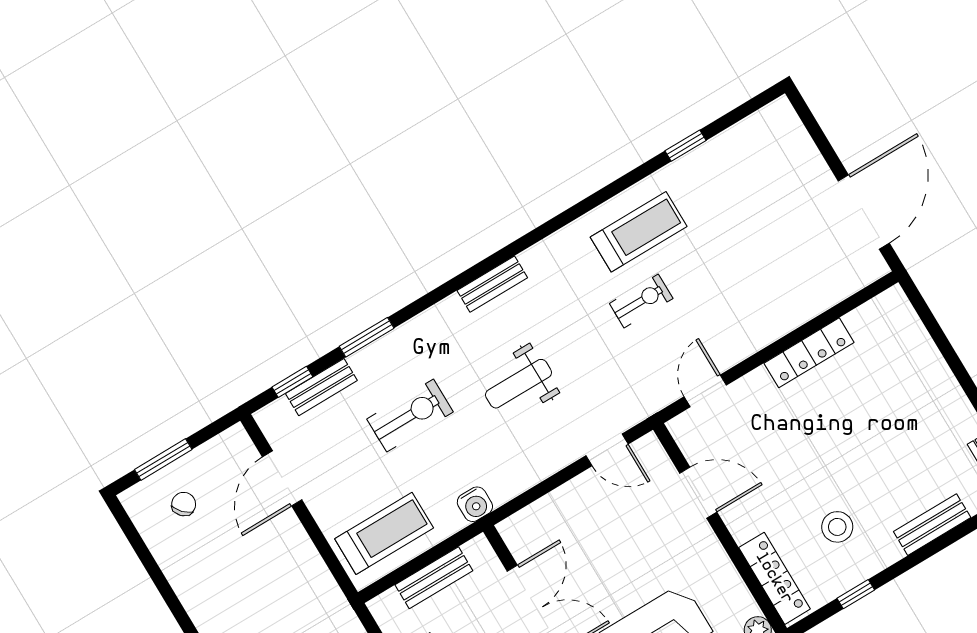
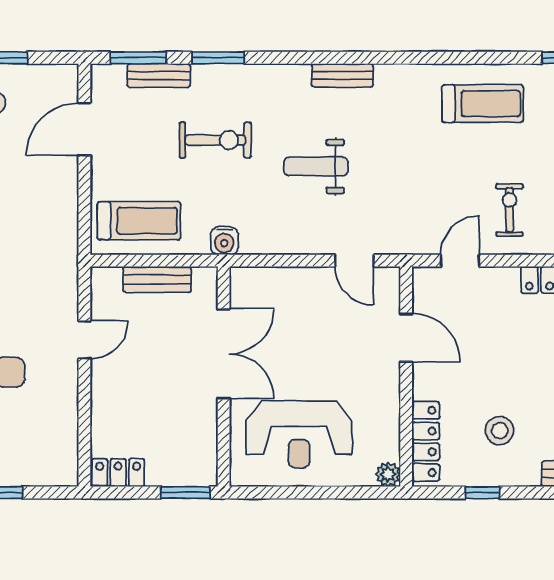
exercise bike: (641, 301) -> (510, 210), moved, turned -90
window: (292, 382) -> (138, 58), width x1.50

